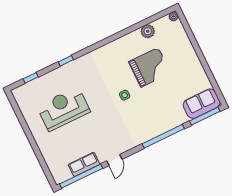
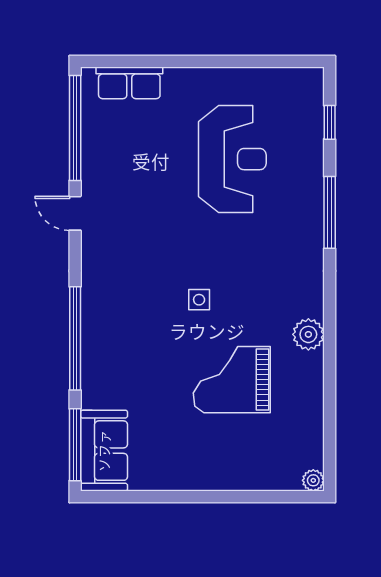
plant: (148, 31) -> (308, 334), moved
window: (66, 61) -> (330, 212), width x2.17
grand piano: (150, 67) -> (232, 380), turned 90
row of seats: (84, 164) -> (129, 83), moved, turned 90

